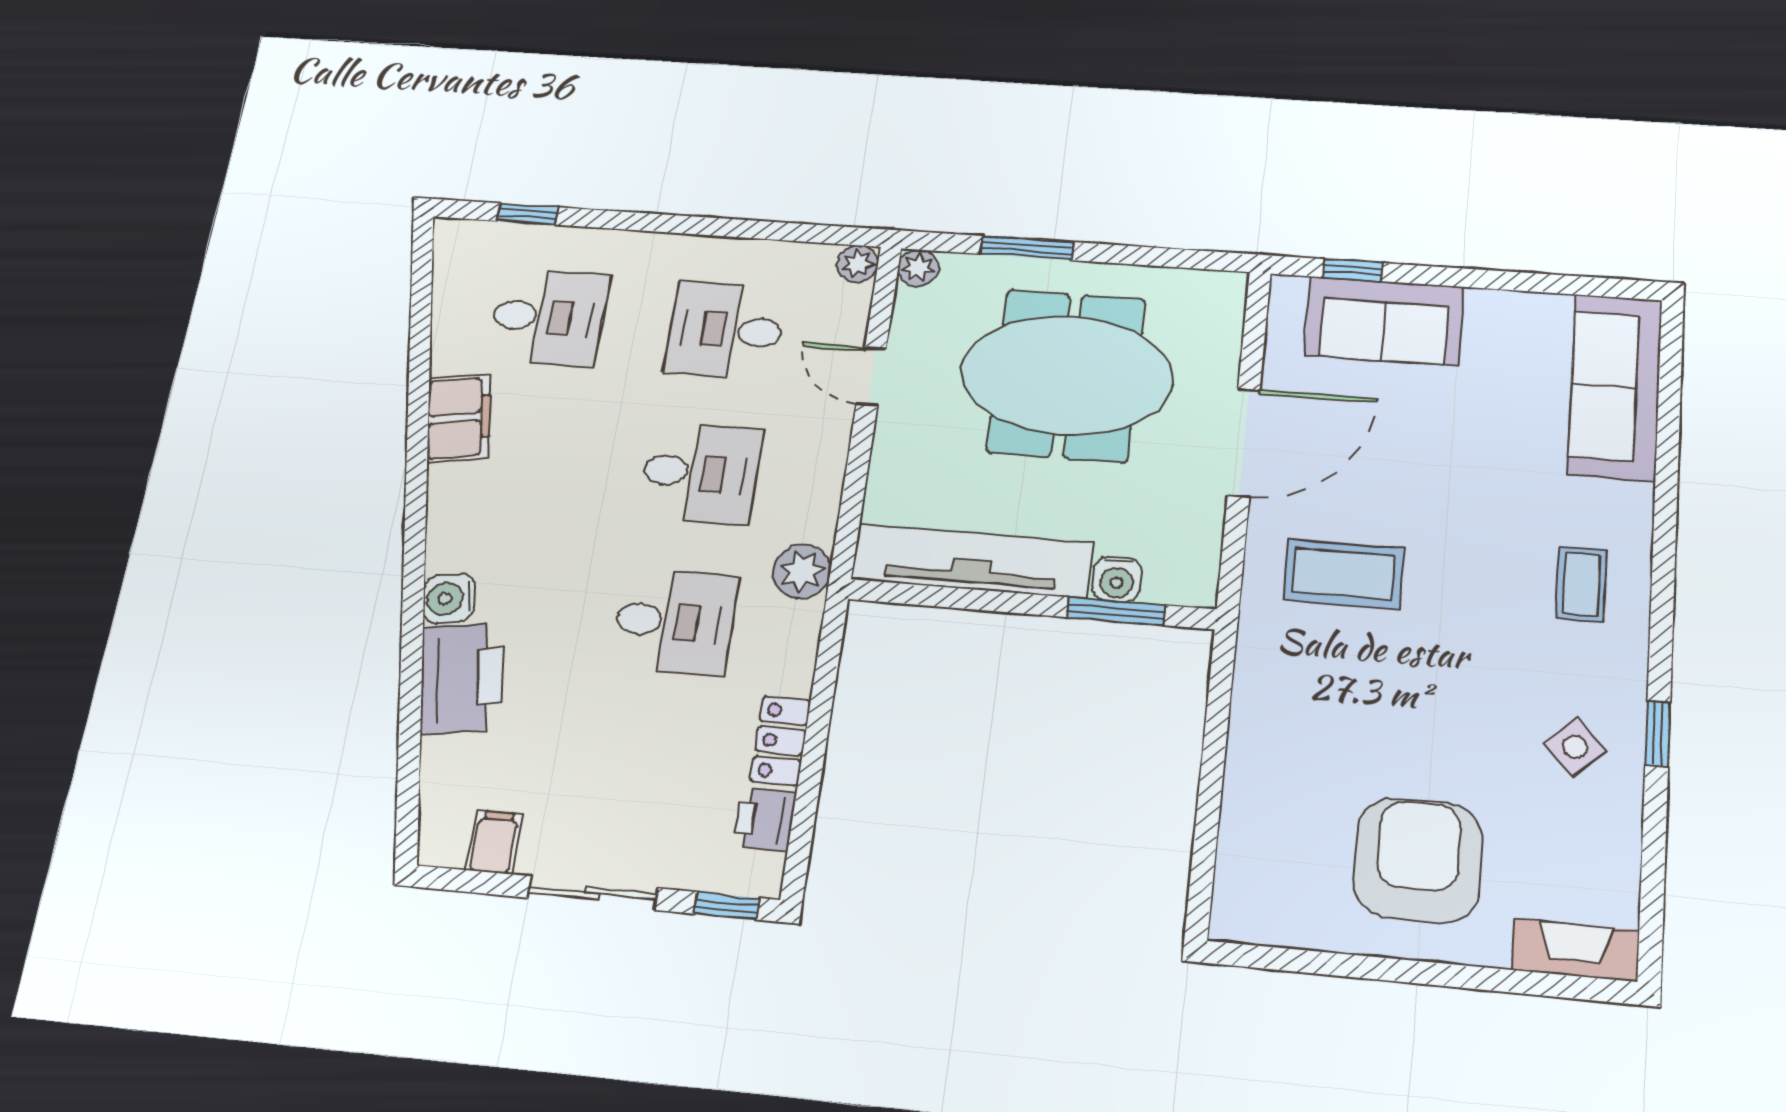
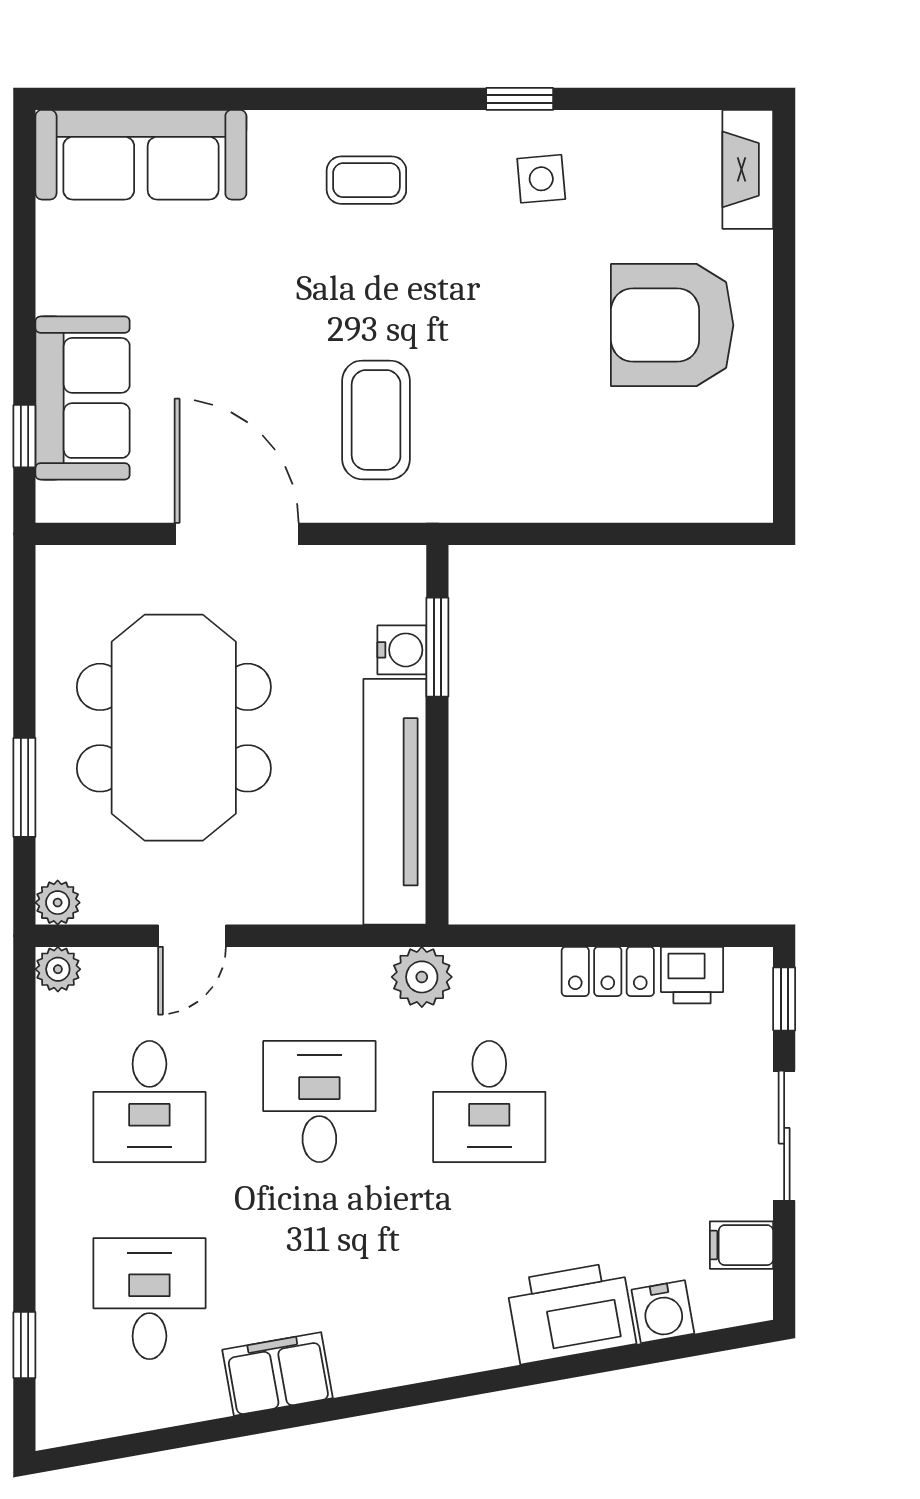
water cooler: (449, 598) -> (663, 1312), moved
desk: (674, 622) -> (489, 1101), turned 180
side table: (1575, 747) -> (541, 179), turned 38

